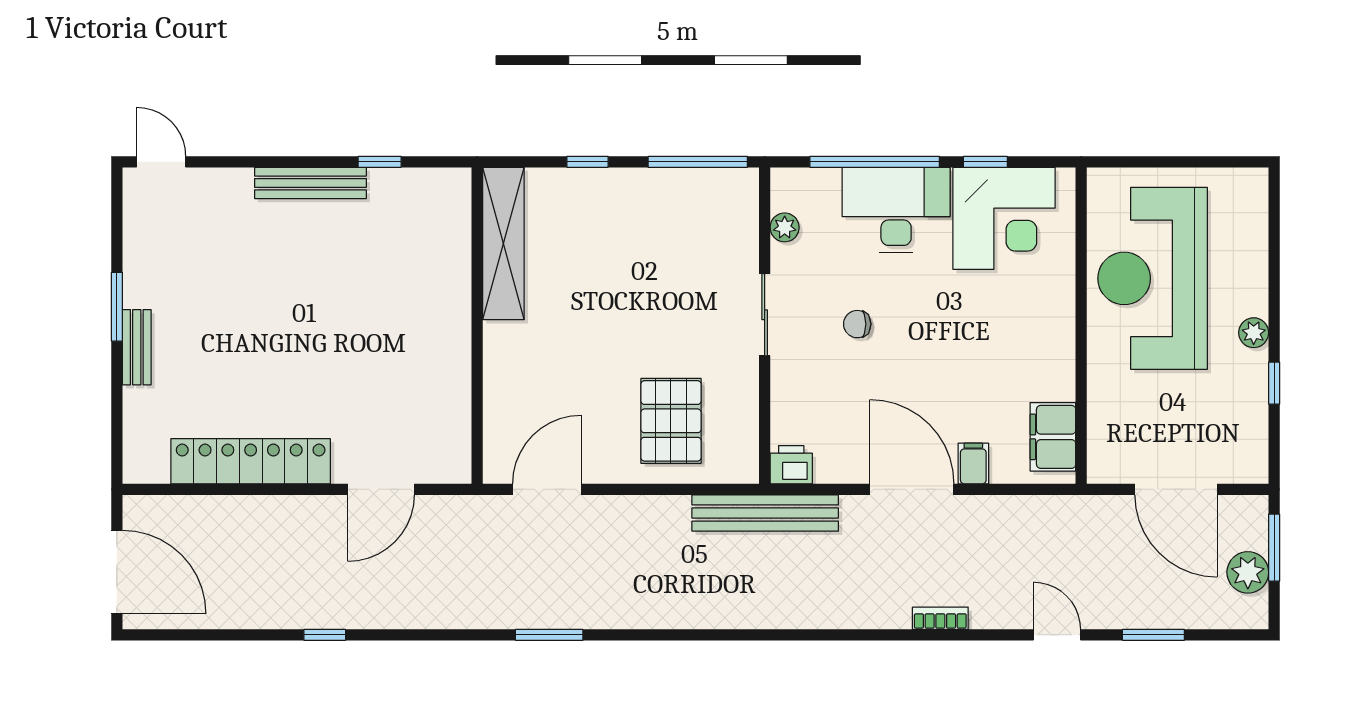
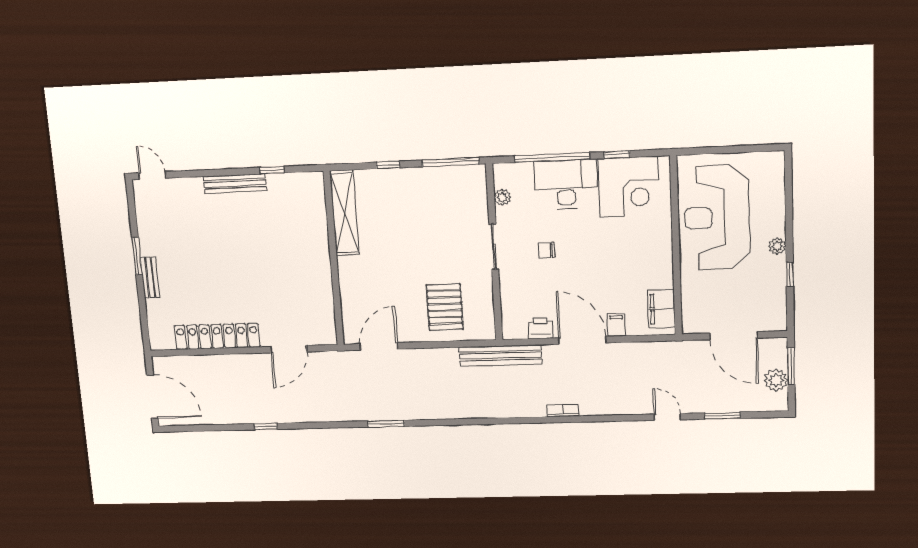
printer: (791, 465) -> (540, 328), moved
bookcase: (940, 618) -> (563, 411), moved

